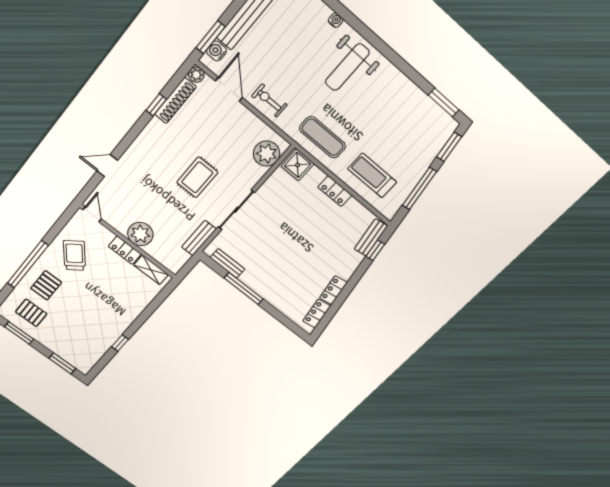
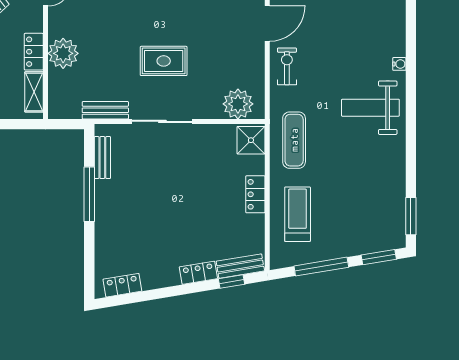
locker: (333, 290) -> (198, 273), moved

